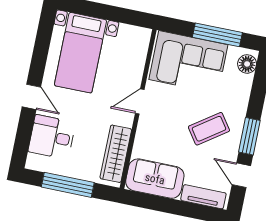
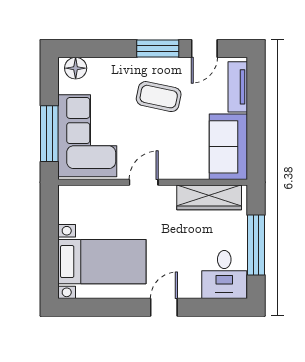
window: (217, 35) -> (49, 134), moved
door: (140, 101) -> (144, 182), swing flipped
coffee table: (209, 129) -> (159, 97), turned -43
desk: (52, 137) -> (224, 274), moved

